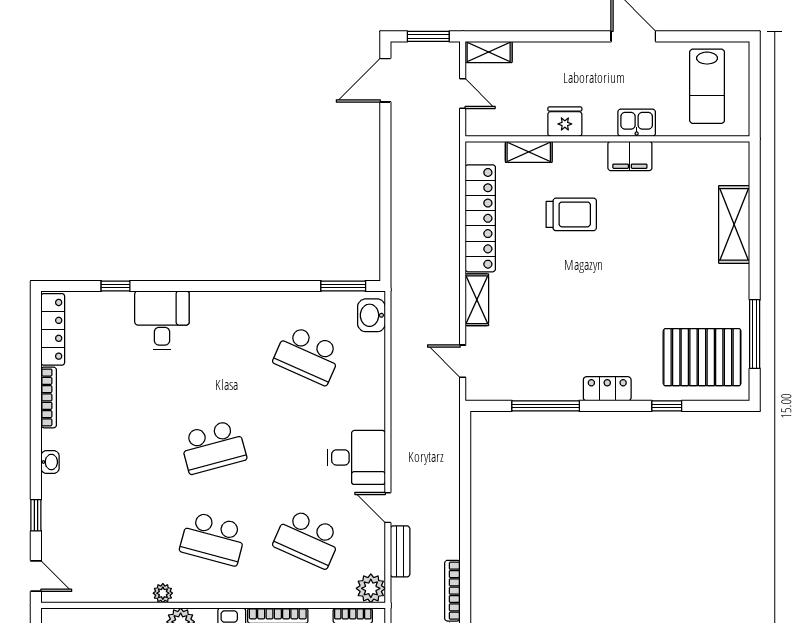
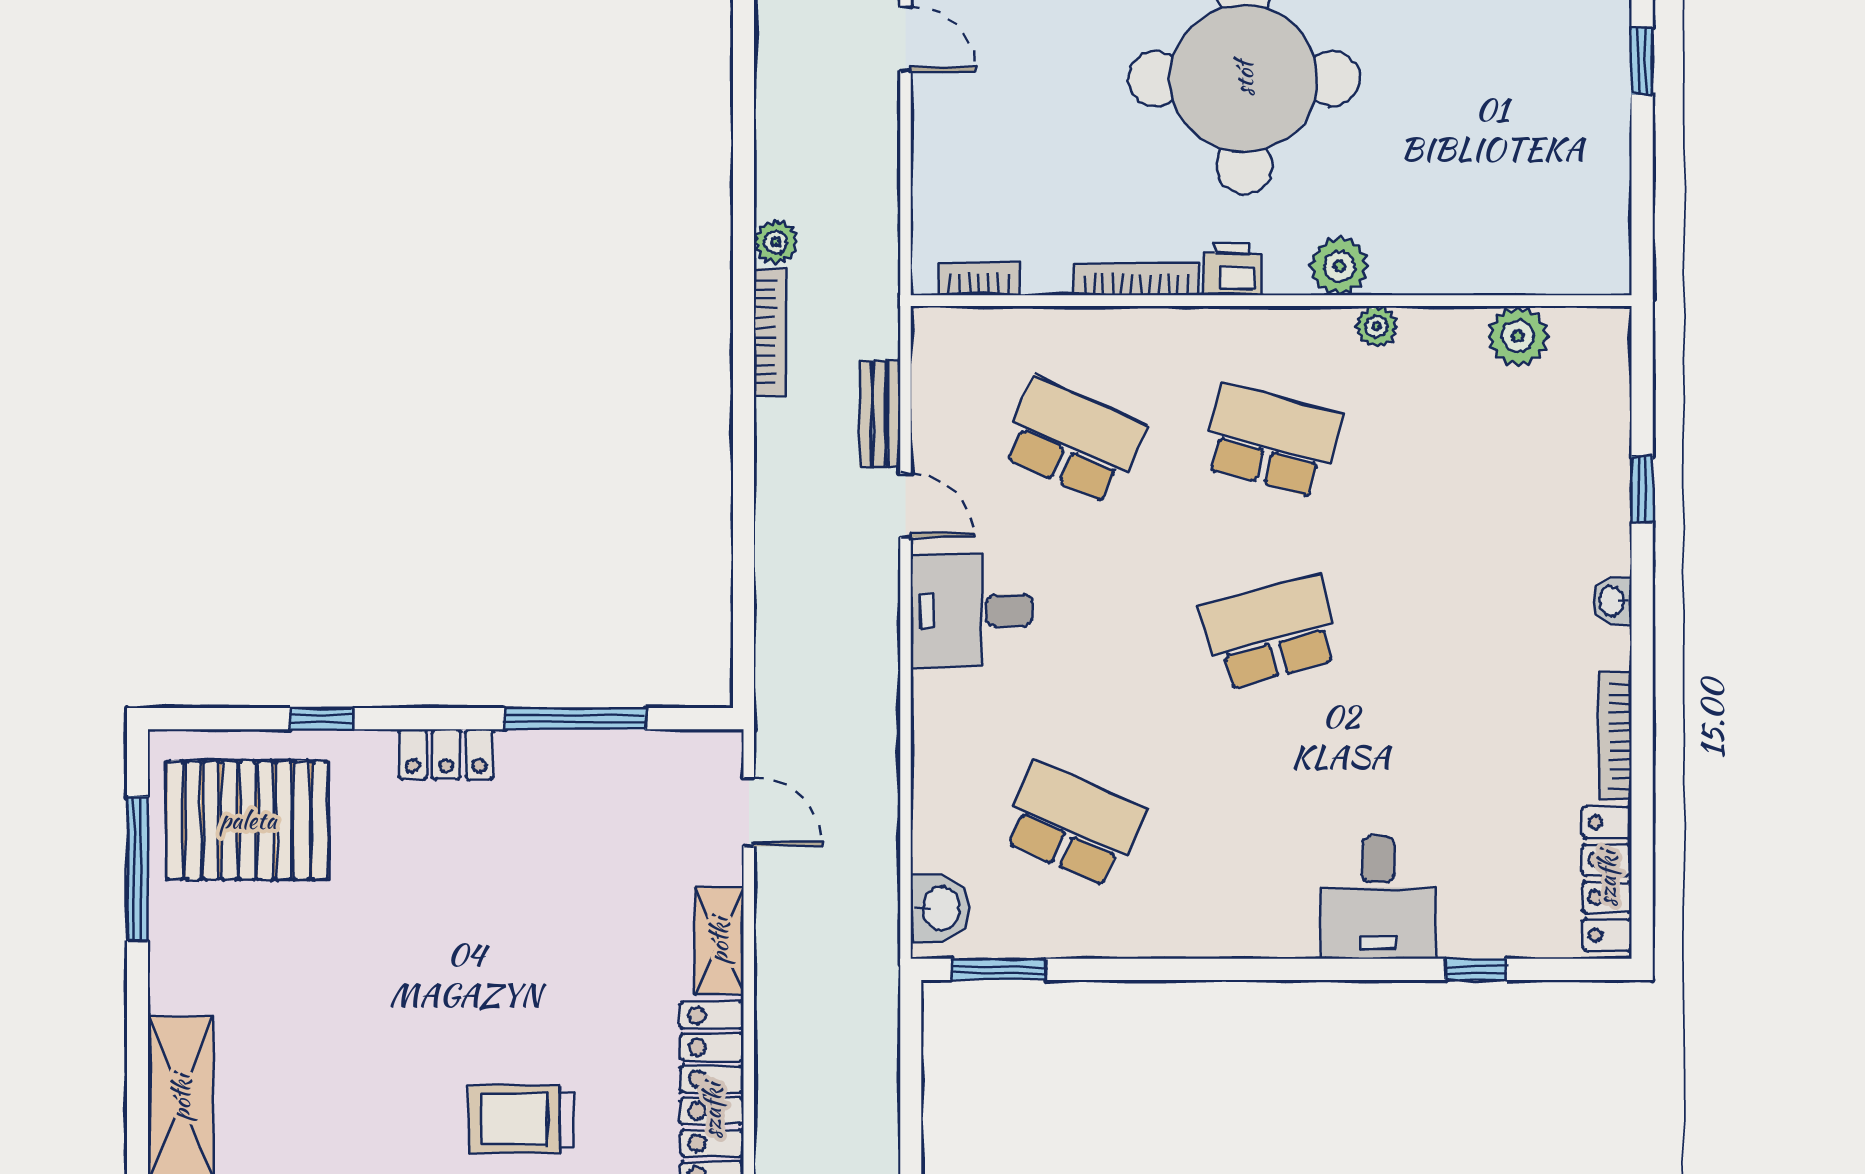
door: (36, 576) -> (1642, 362), removed
plant: (371, 588) -> (1518, 336), moved

